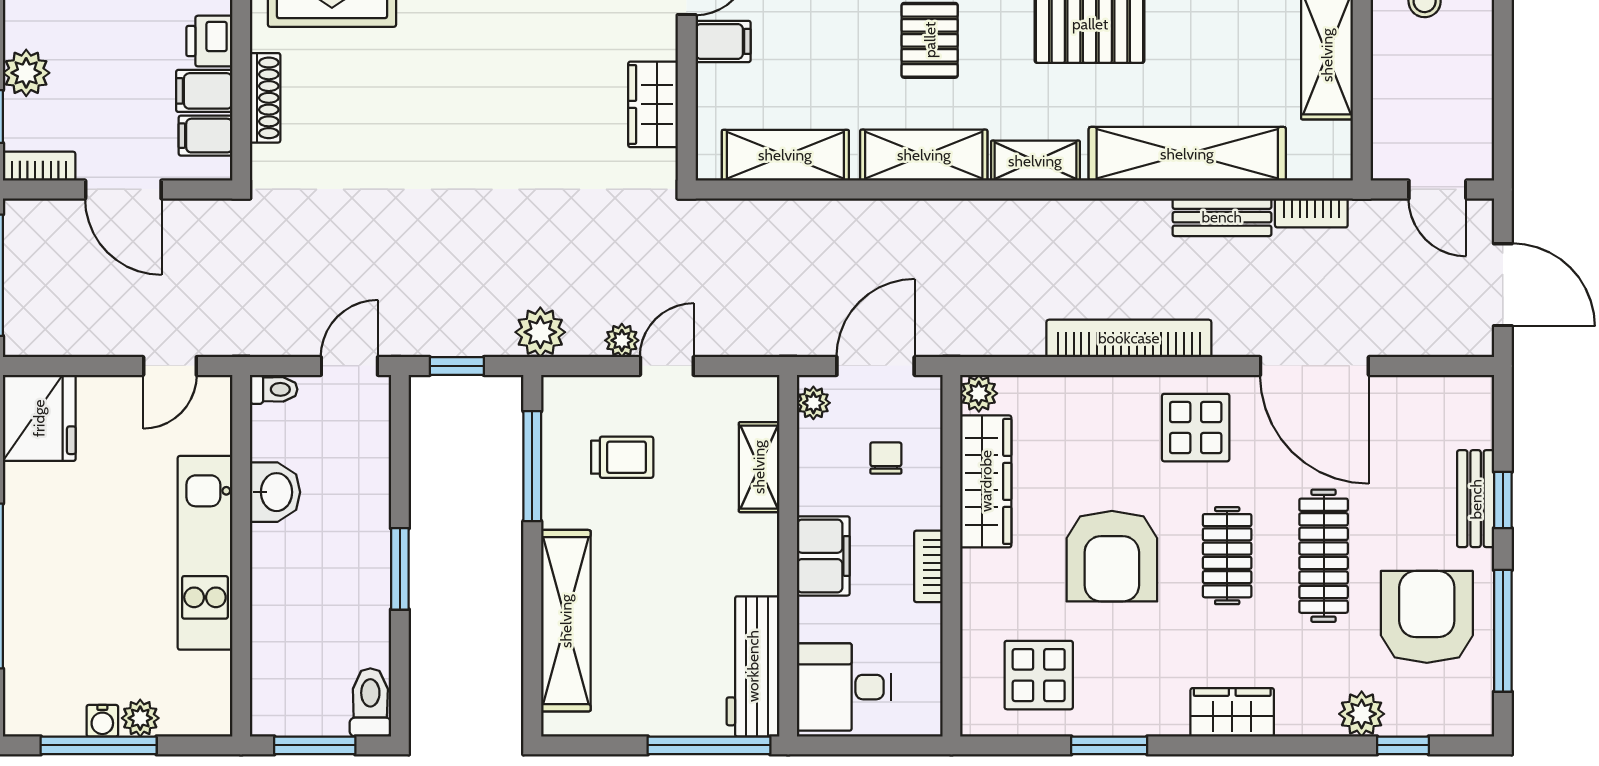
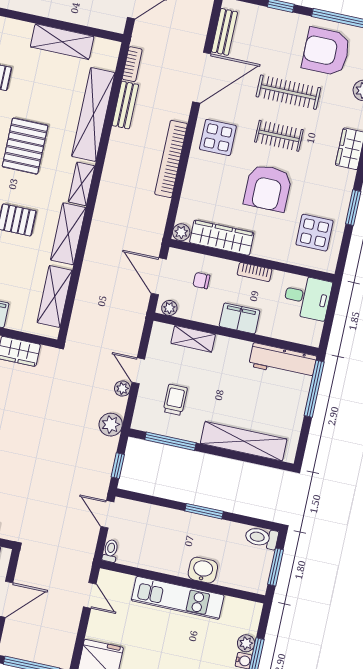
washbasin: (275, 492) -> (203, 570), moved
bench: (1476, 499) -> (225, 32), moved, turned 90
armchair: (1112, 556) -> (268, 188), turned 90
desk: (844, 687) -> (307, 297), moved, turned -90

